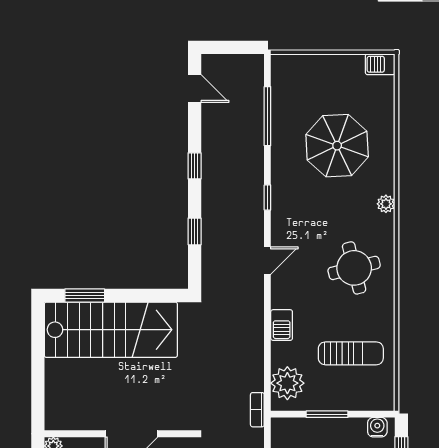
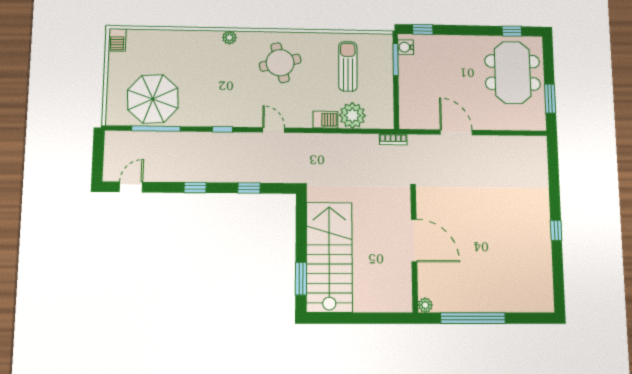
parasol: (337, 146) -> (153, 99), moved
plant: (287, 383) -> (352, 115), moved
window: (327, 414) -> (396, 60), moved

